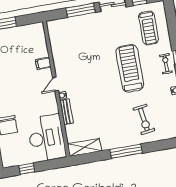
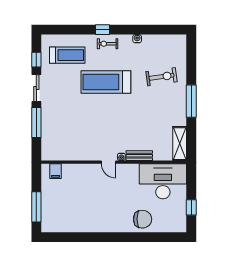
filing cabinet: (43, 63) -> (56, 171), moved

